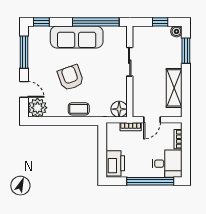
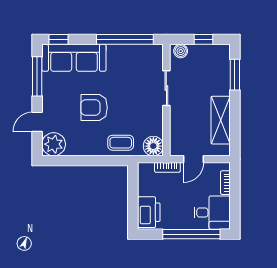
boiler: (176, 31) -> (181, 51), moved
sofa: (77, 37) -> (74, 58), moved
armchair: (71, 78) -> (94, 108), turned -70
door: (24, 89) -> (37, 122), swing flipped
coffee table: (79, 109) -> (121, 143), moved

